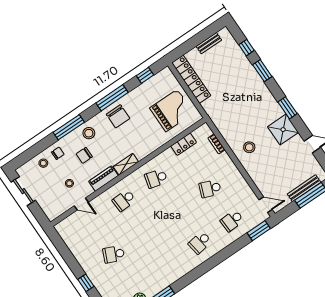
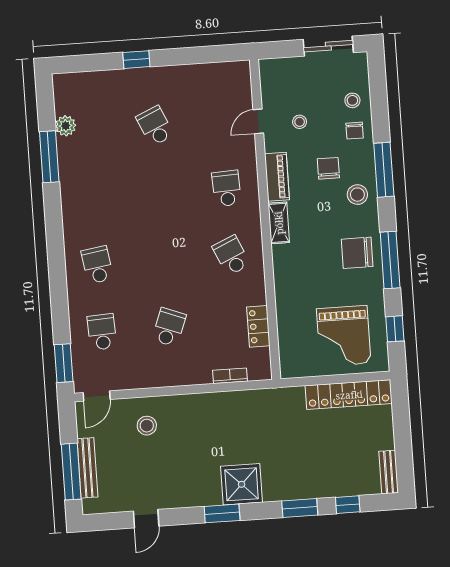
bench: (209, 43) -> (389, 472), moved
grand piano: (172, 110) -> (344, 336), moved
shower: (283, 130) -> (242, 484), moved
stool: (249, 147) -> (147, 426), moved
school desk: (156, 178) -> (231, 255), turned -39
school desk: (114, 254) -> (155, 126), turned -48

